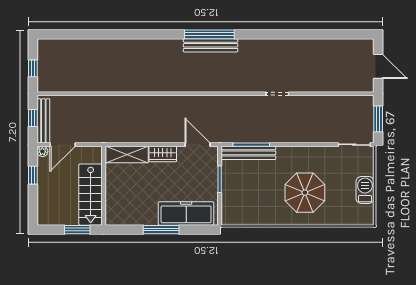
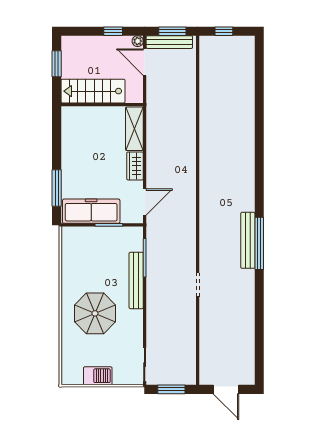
window: (209, 34) -> (259, 243), moved
bench: (211, 45) -> (248, 240), moved
door: (378, 66) -> (226, 389), hinge flipped
window: (33, 118) -> (172, 31), width x1.50
bench: (248, 153) -> (136, 280), moved
freezer: (186, 213) -> (91, 211), moved, turned -90
window: (77, 230) -> (57, 64), moved
window: (161, 230) -> (57, 188), moved

